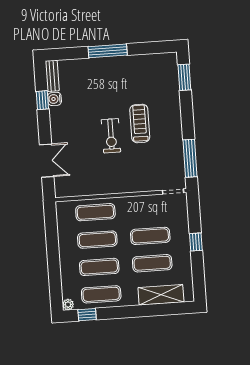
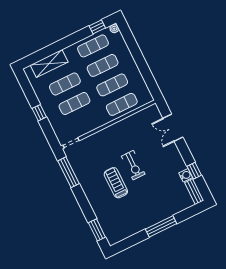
treadmill: (140, 123) -> (116, 183), turned 180
exercise bike: (111, 136) -> (133, 165), turned 180

